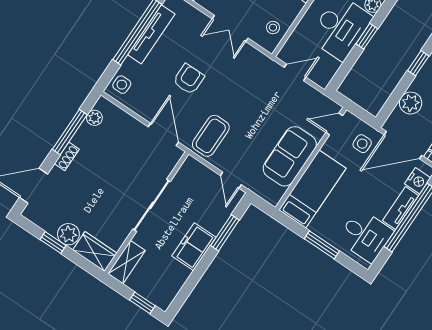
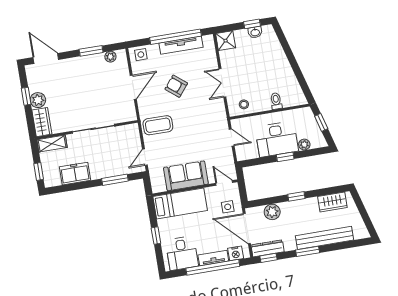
armchair: (189, 79) -> (176, 86), turned -141
window: (70, 132) -> (91, 51), width x0.69
door: (163, 135) -> (133, 87), moved
shoe rack: (67, 156) -> (77, 61), removed
window: (322, 245) -> (156, 236), width x0.67
freezer: (194, 247) -> (75, 174), moved

